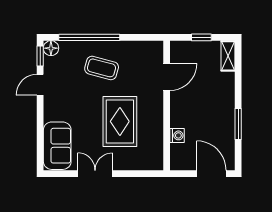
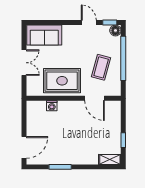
door: (167, 77) -> (95, 98), moved
wall: (167, 105) -> (74, 98), moved
washing machine: (177, 135) -> (52, 106), moved

